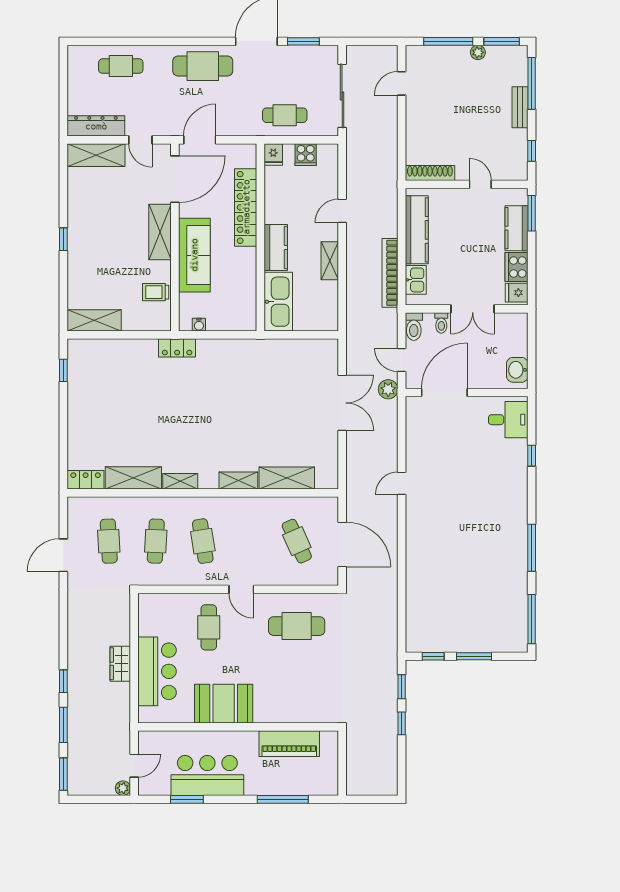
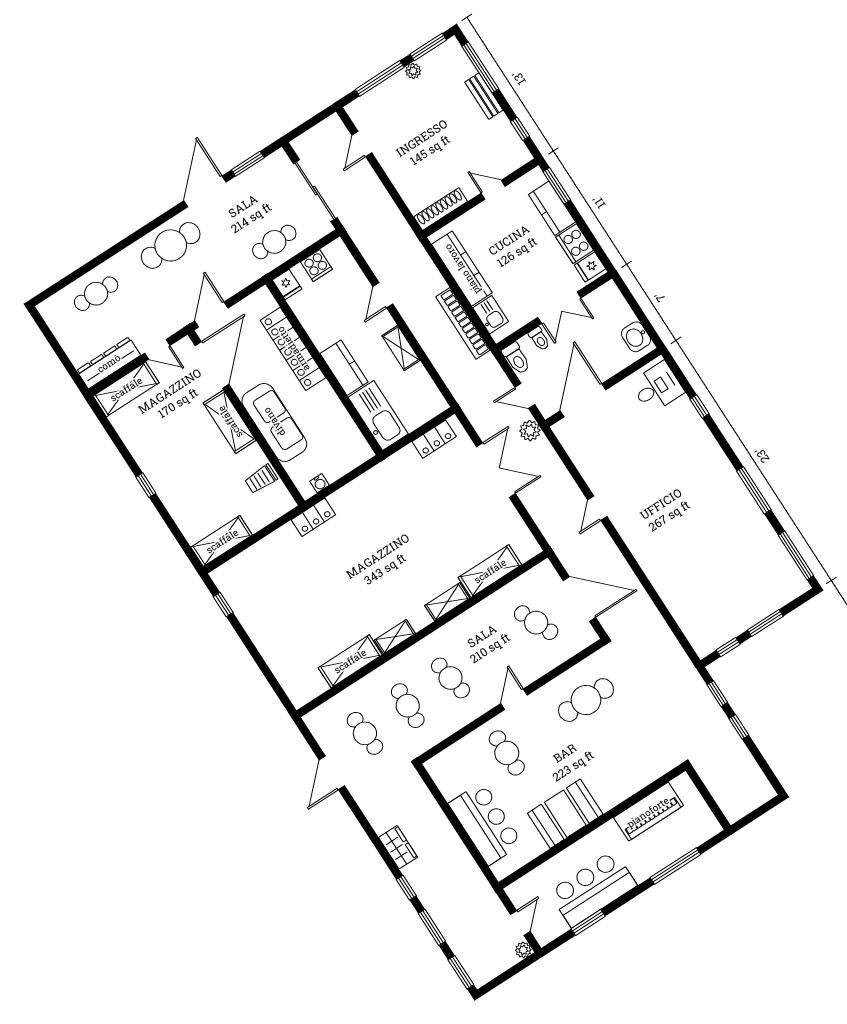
locker: (86, 480) -> (434, 439), moved, turned 180
door: (241, 589) -> (514, 699), swing flipped
wardrobe: (120, 664) -> (398, 847), moved, turned 180

